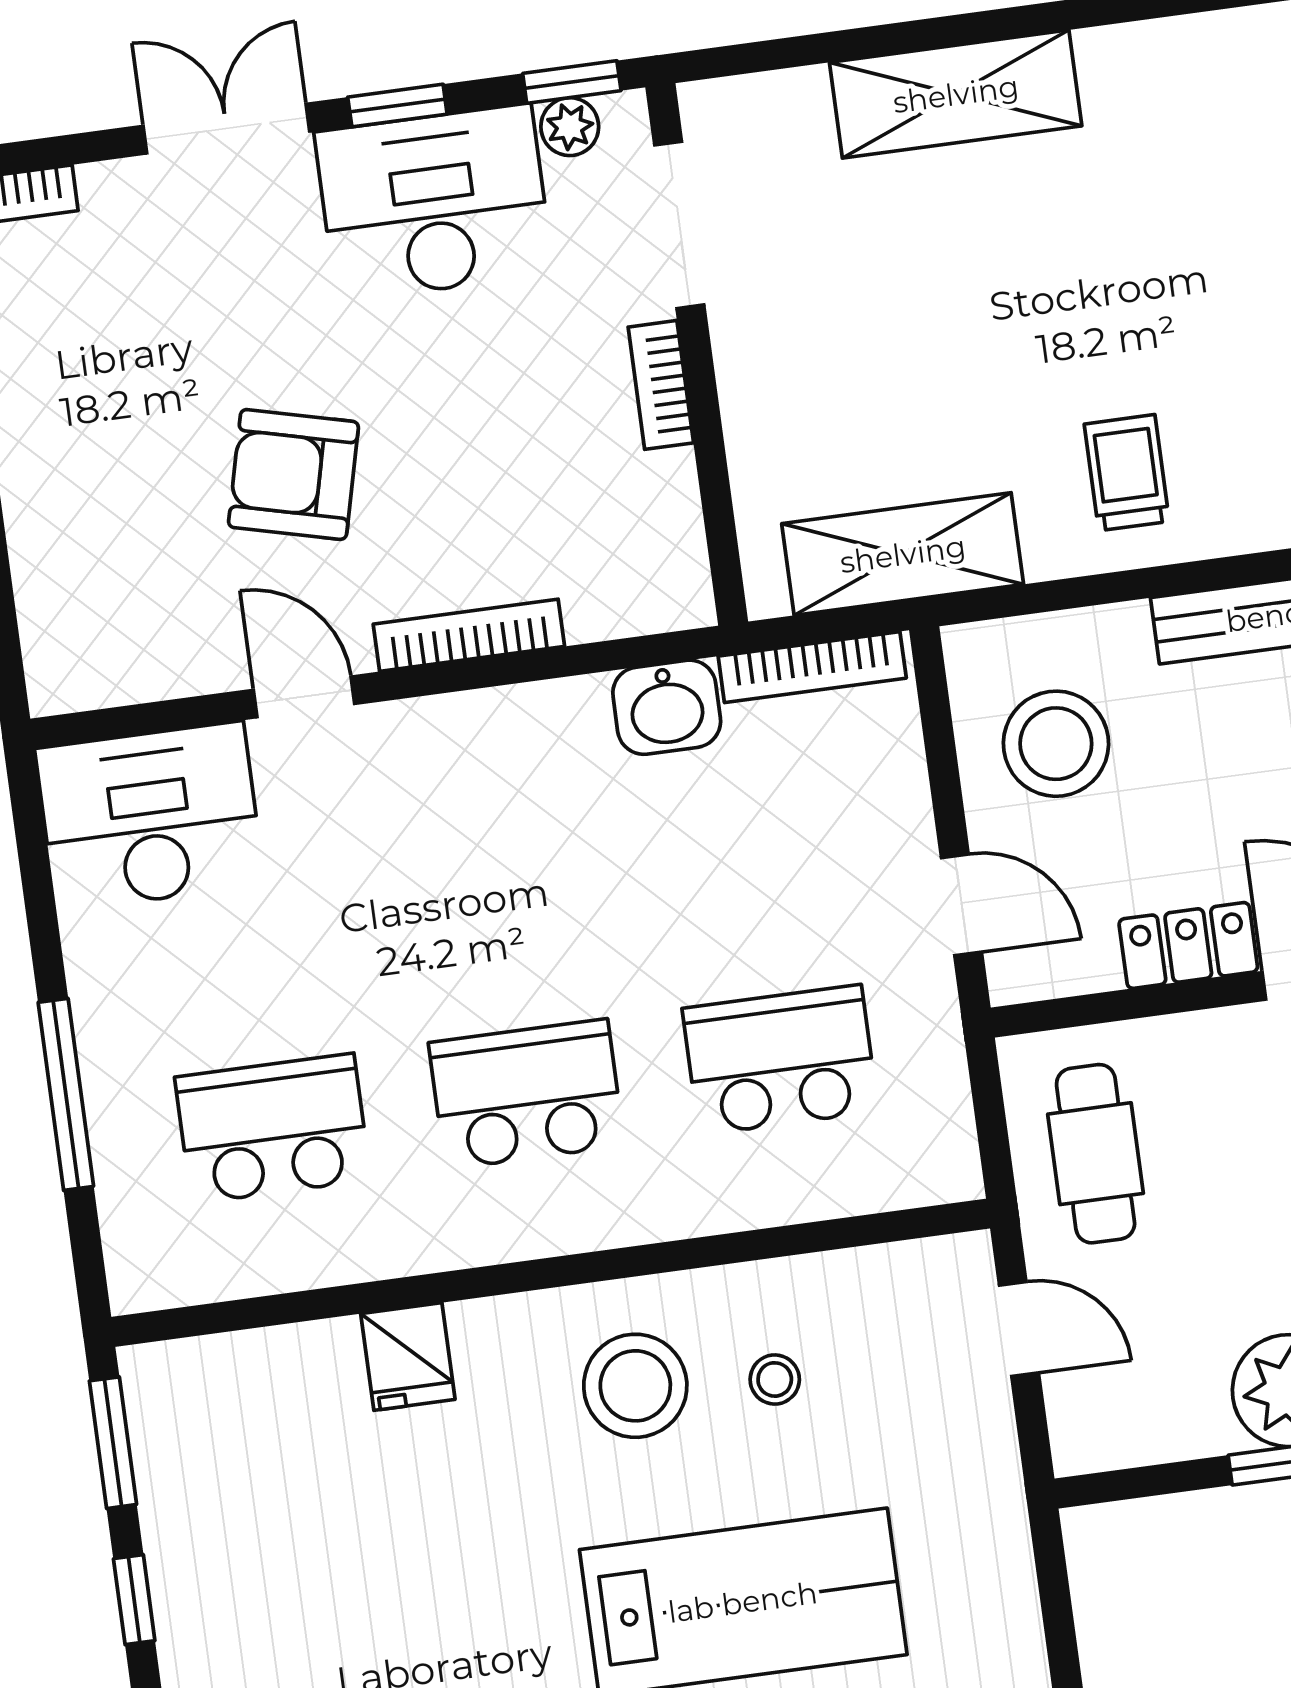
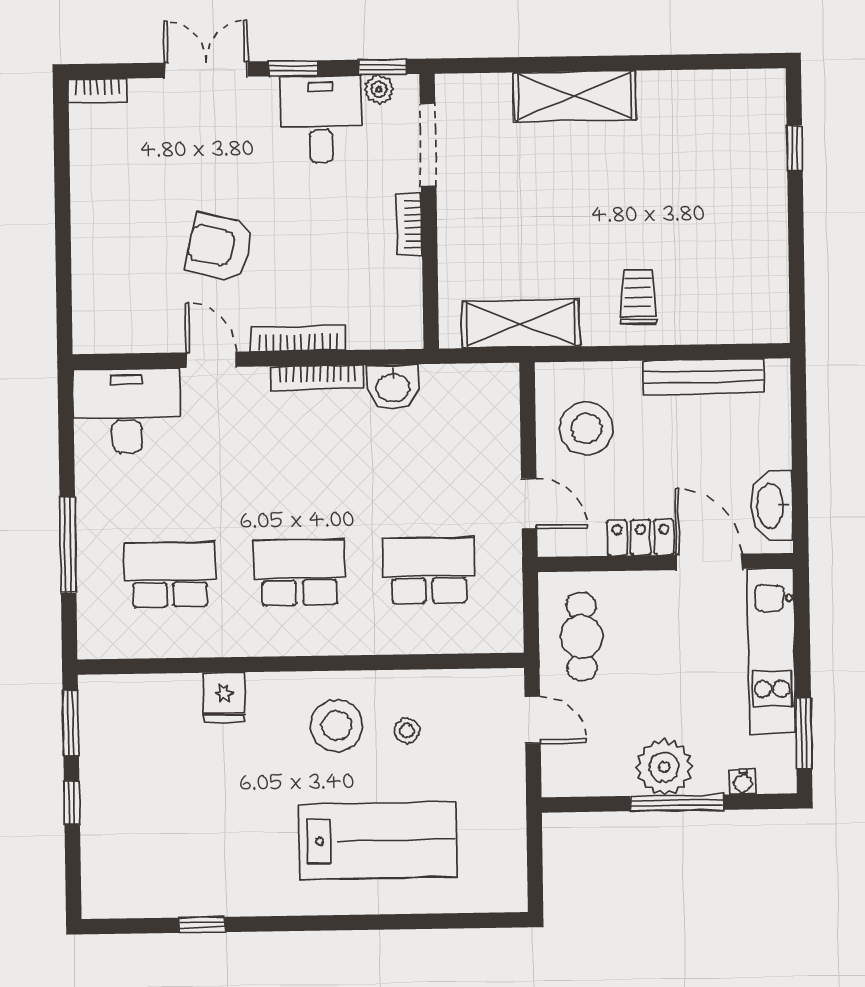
desk: (434, 203) -> (321, 119), width x0.73
bookcase: (812, 667) -> (317, 378), moved

